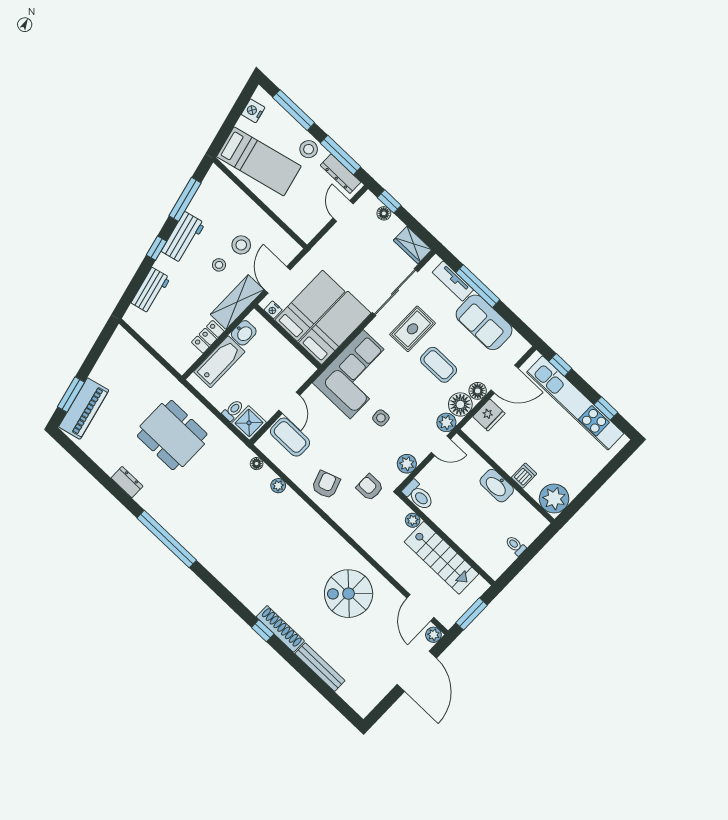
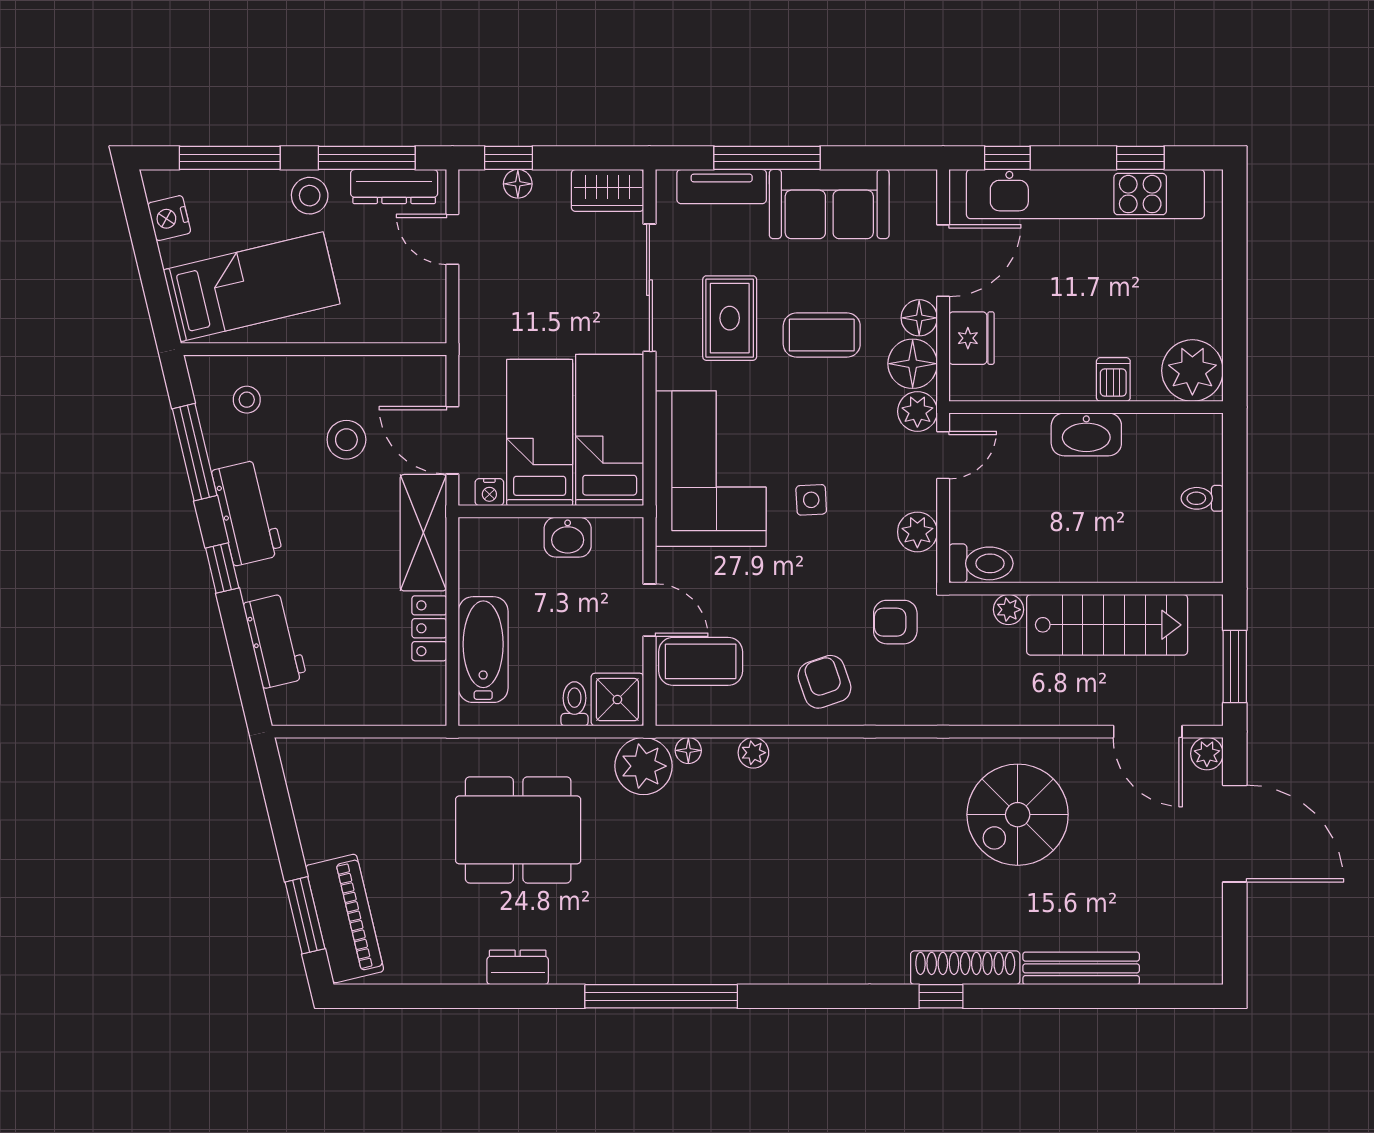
stool: (219, 265) -> (247, 400), moved
washbasin: (244, 333) -> (568, 537), moved, turned 90
plant: (236, 454) -> (644, 766), added

